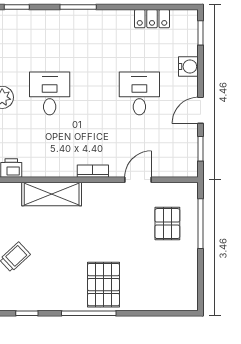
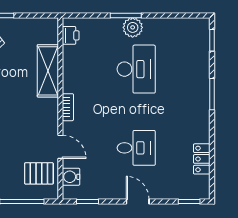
water cooler: (188, 67) -> (71, 177), moved, turned 90
desk: (50, 93) -> (136, 69), width x1.37
door: (200, 110) -> (138, 202), moved
pallet: (167, 224) -> (39, 173), moved

